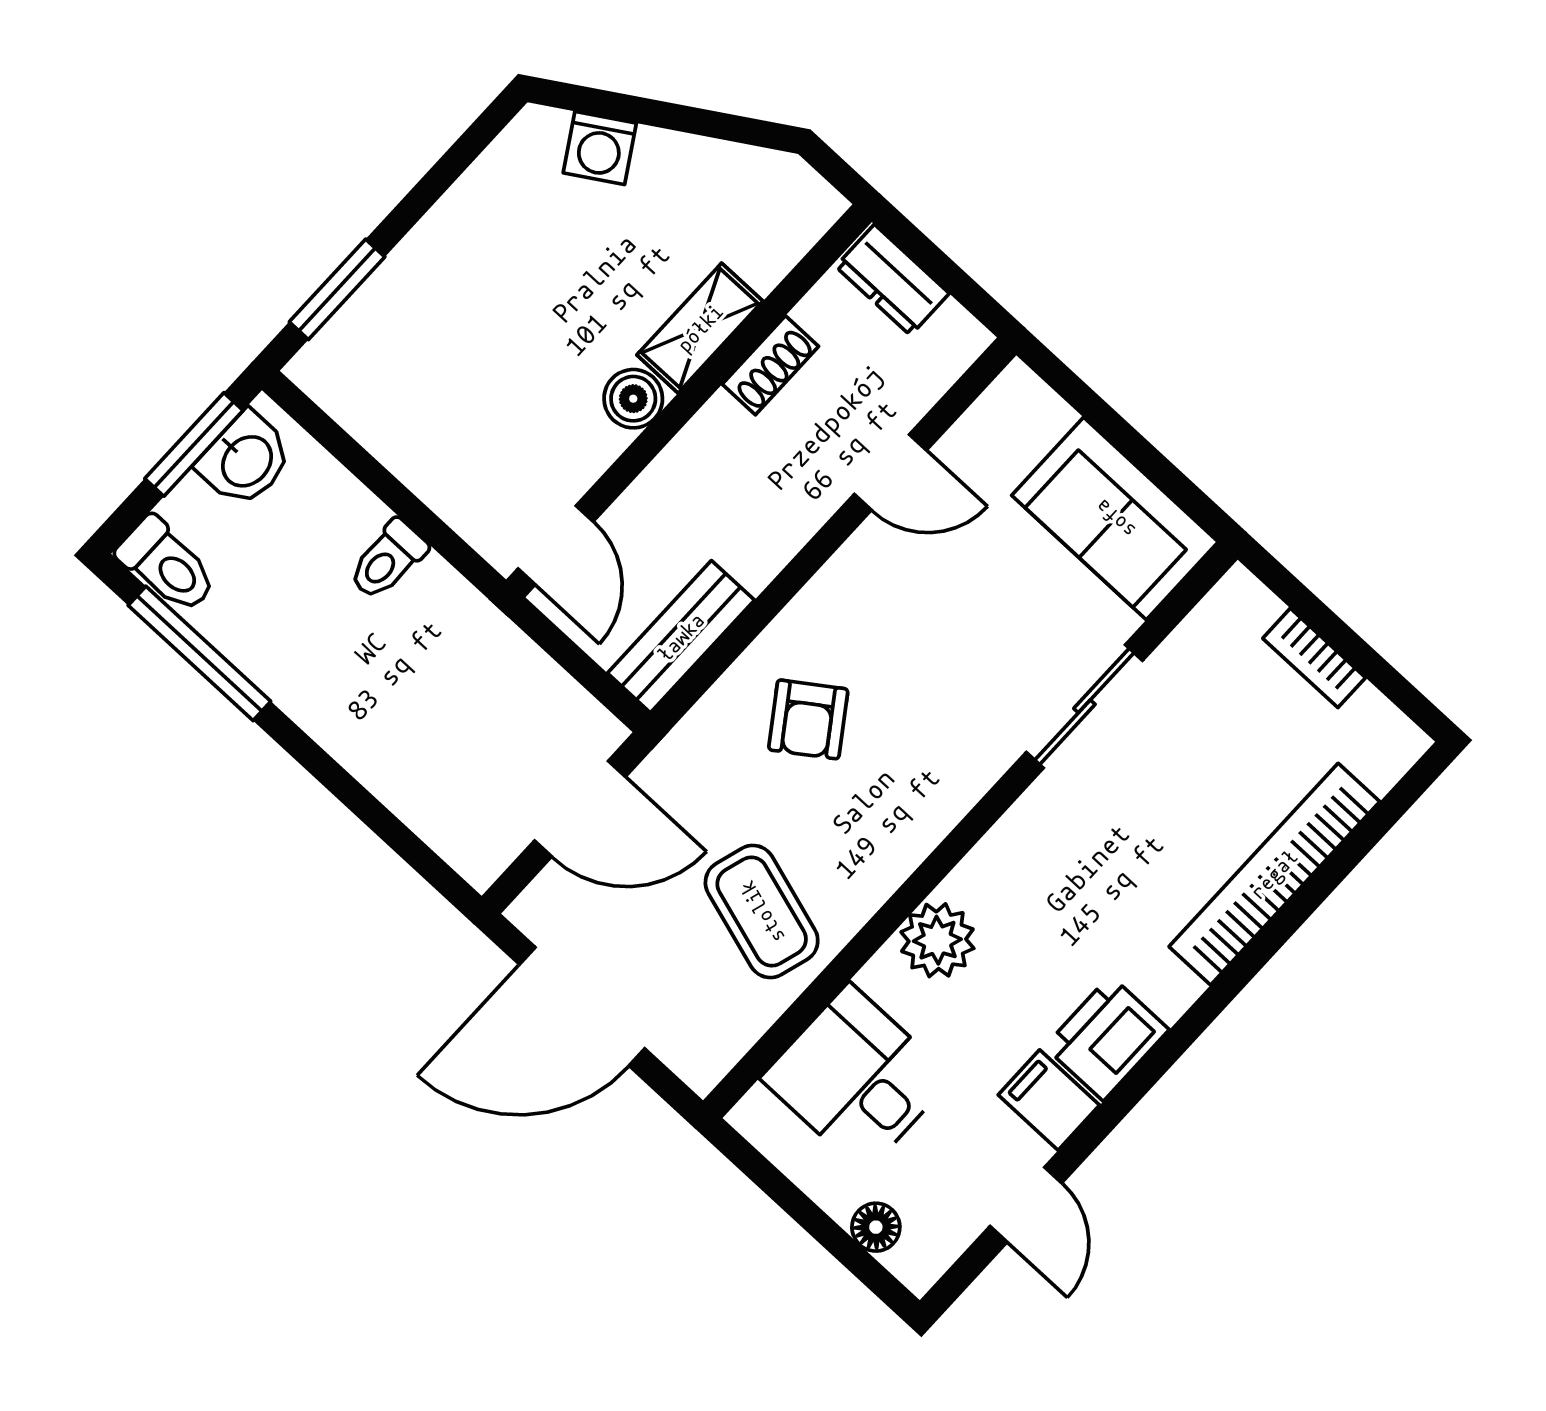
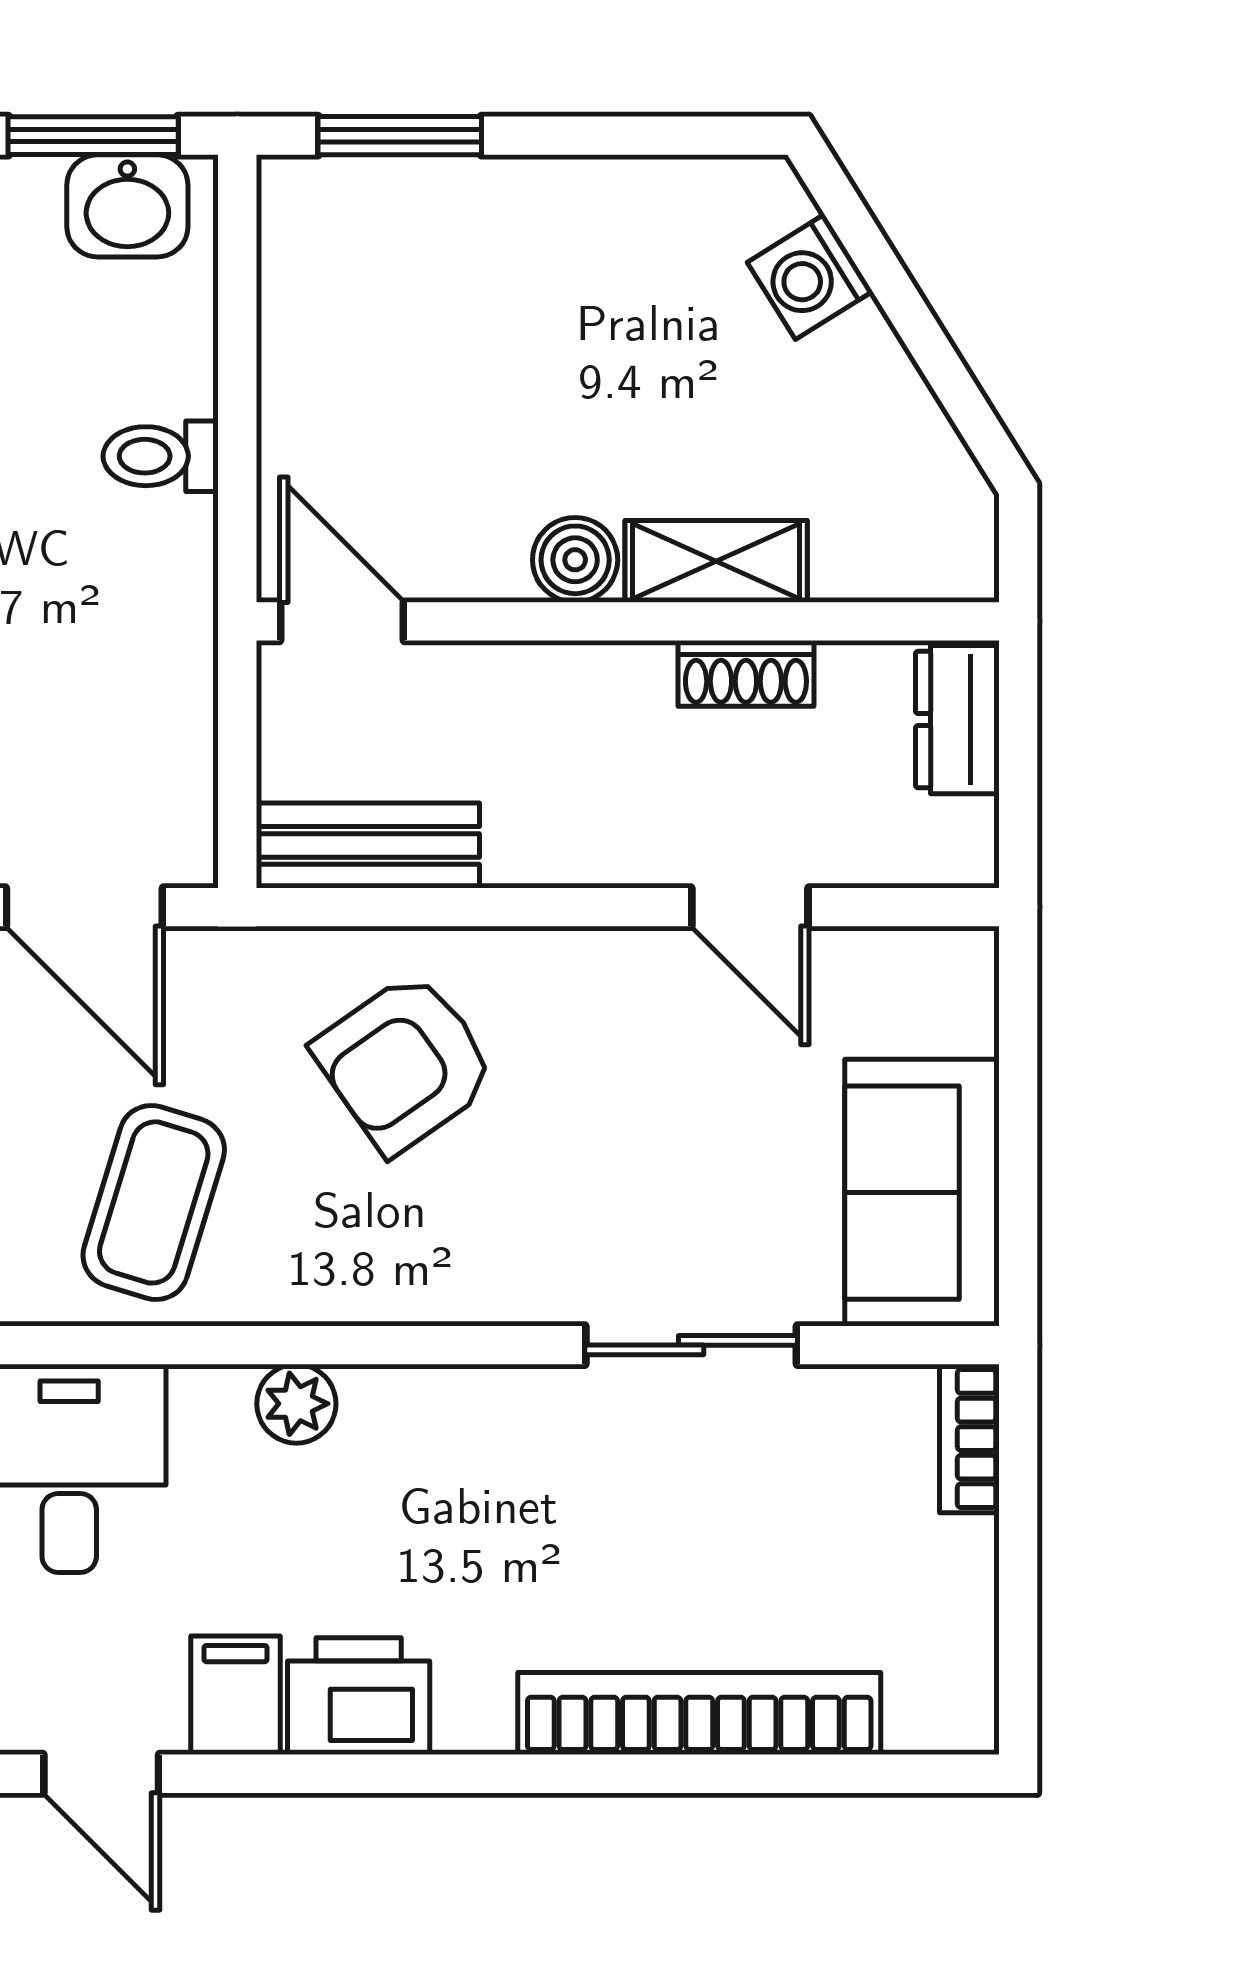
door: (556, 545) -> (342, 621), swing flipped
bookcase: (1314, 658) -> (969, 1439), moved
armchair: (808, 719) -> (405, 1063), width x1.38, depth x1.38
plant: (937, 940) -> (296, 1404), width x0.73, depth x0.73
door: (1026, 1205) -> (101, 1774), hinge flipped

